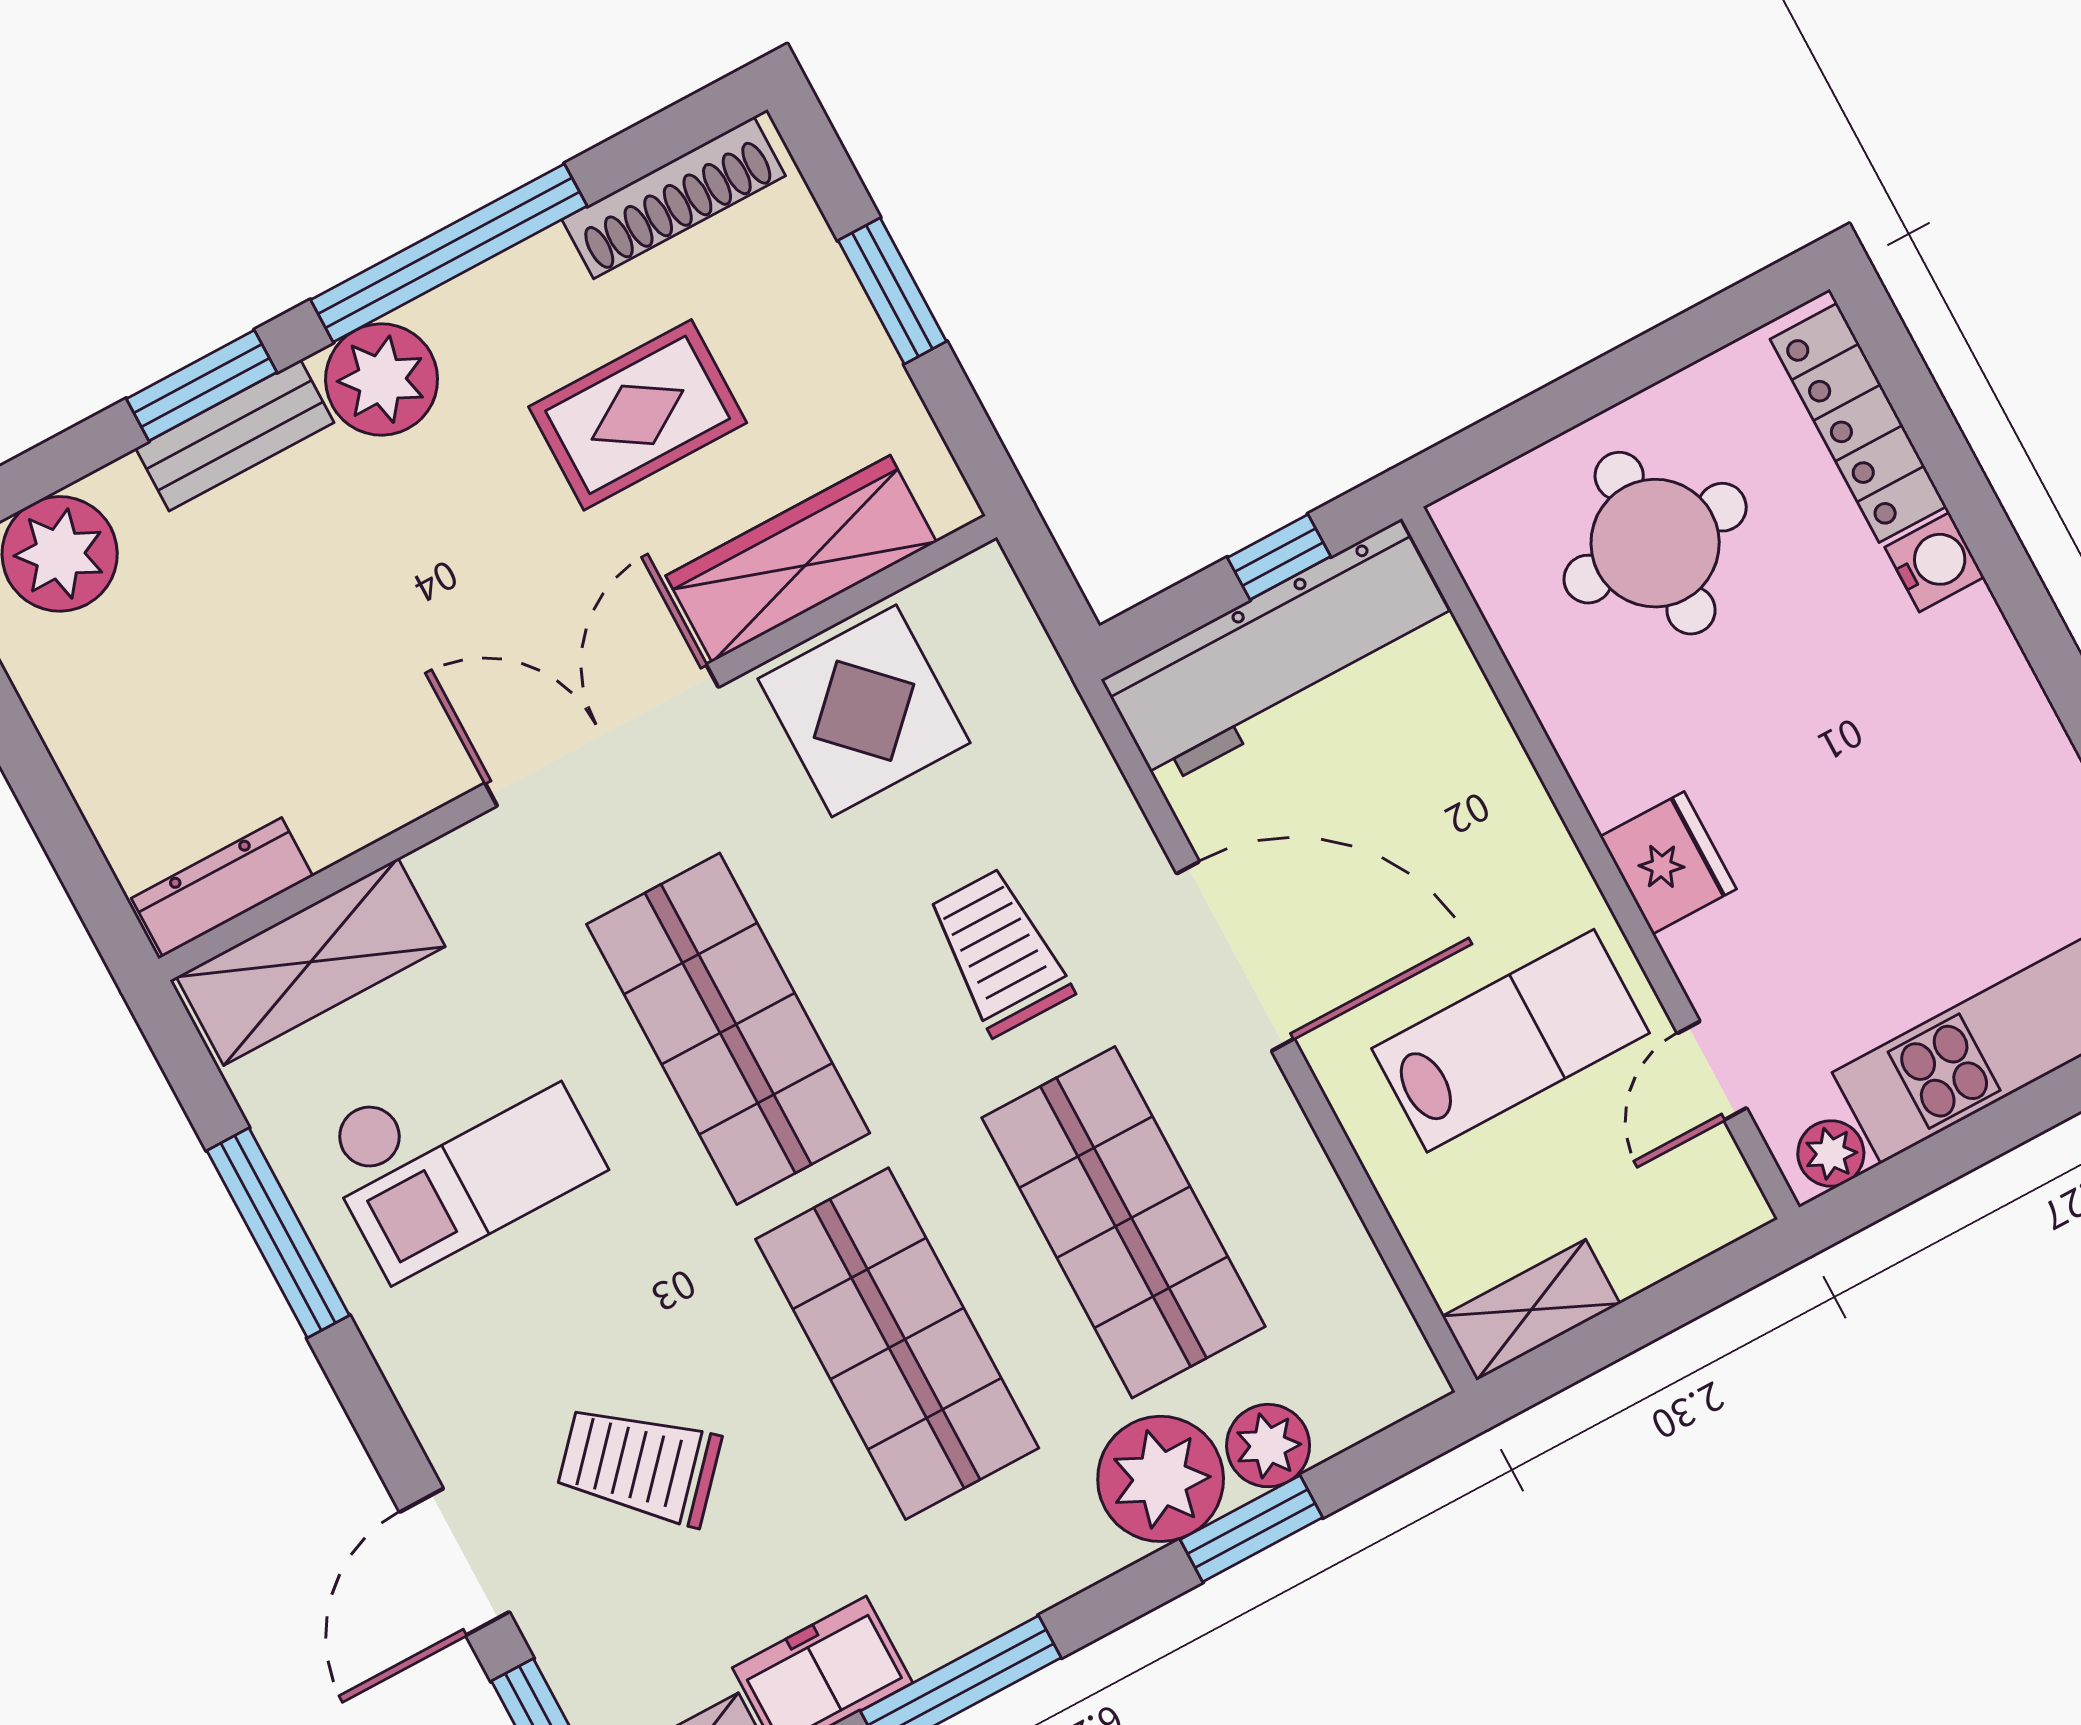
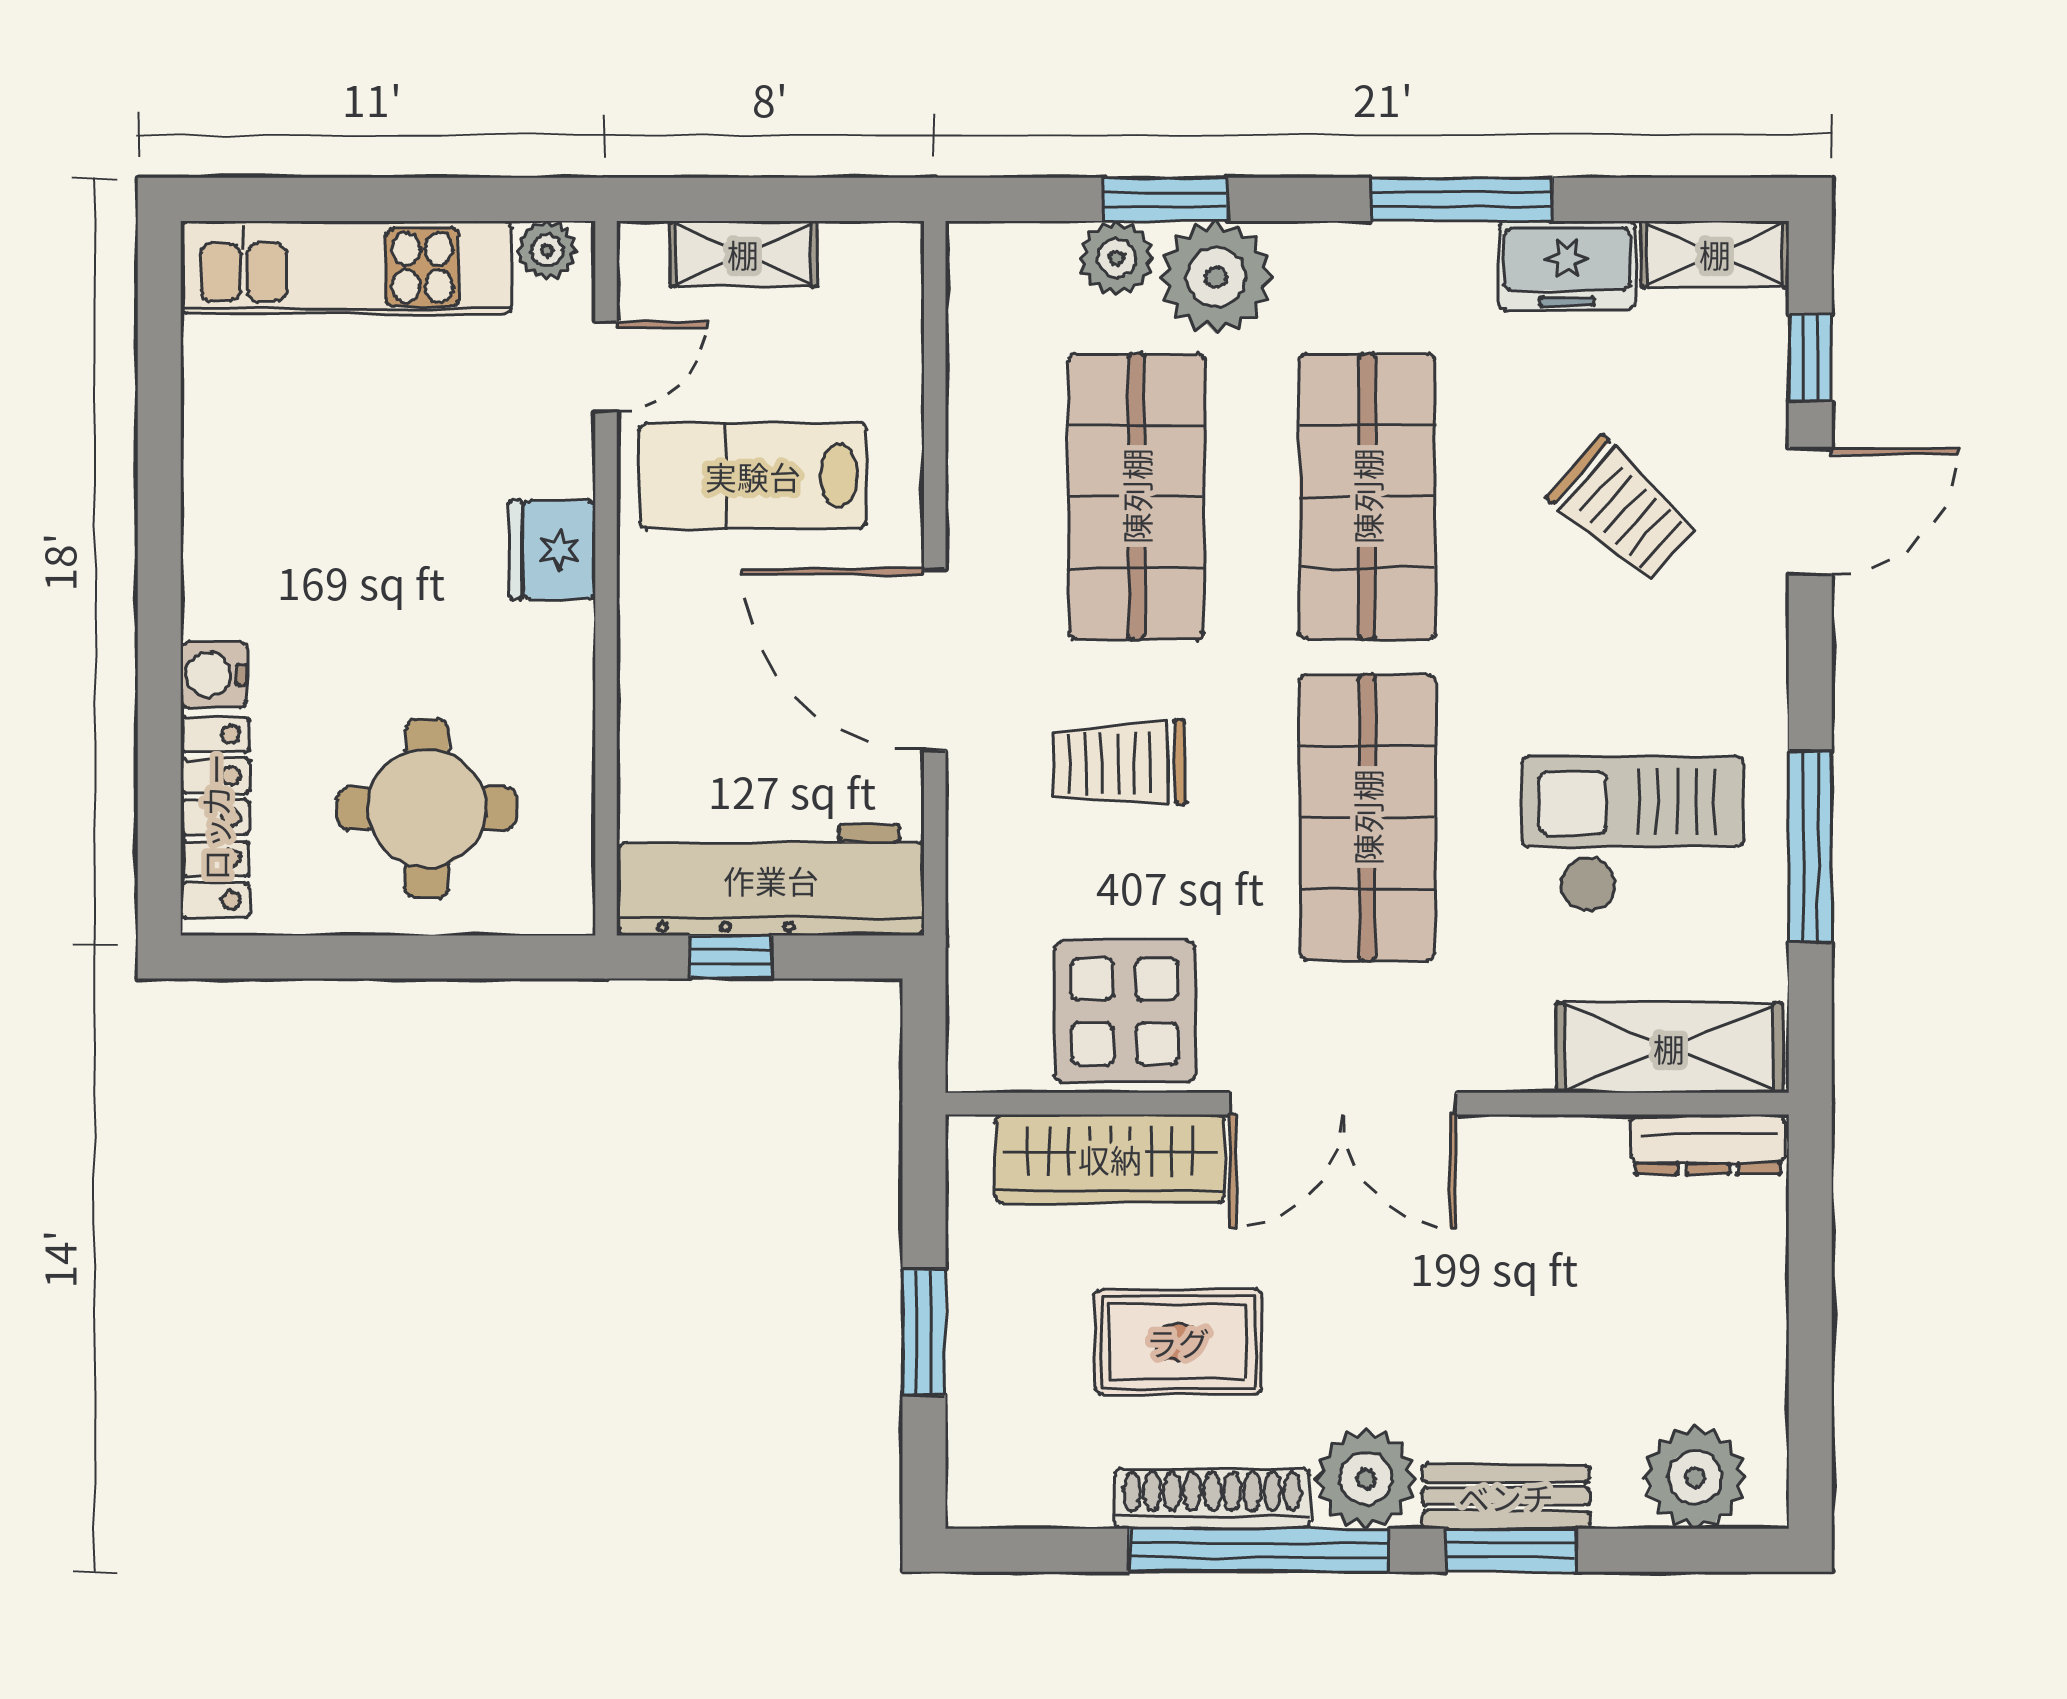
shoe rack: (674, 198) -> (1212, 1499), moved
trolley: (1000, 952) -> (1120, 763), turned 89
shelving: (1531, 1310) -> (743, 254), moved

